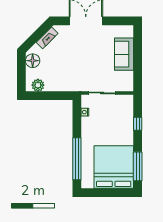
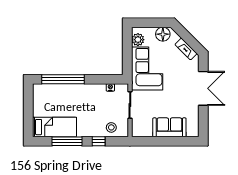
corner sofa: (66, 76) -> (147, 68), added
stool: (124, 111) -> (111, 127), added
window: (138, 166) -> (67, 141), moved
bed: (114, 167) -> (54, 127), width x0.49

